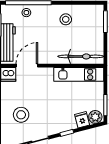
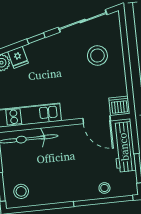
stool: (66, 19) -> (21, 191), moved
door: (27, 66) -> (97, 120), hinge flipped

